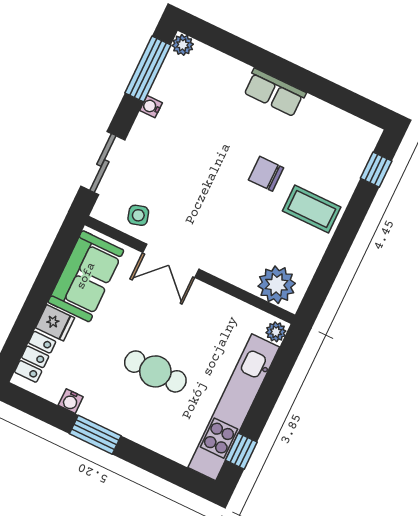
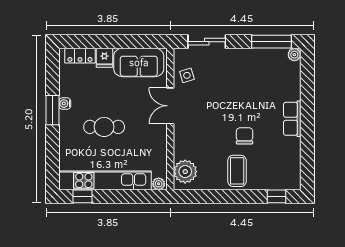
water cooler: (151, 107) -> (251, 53), removed
cafe table: (155, 371) -> (104, 127), turned 90
water cooler: (71, 401) -> (65, 104), moved

